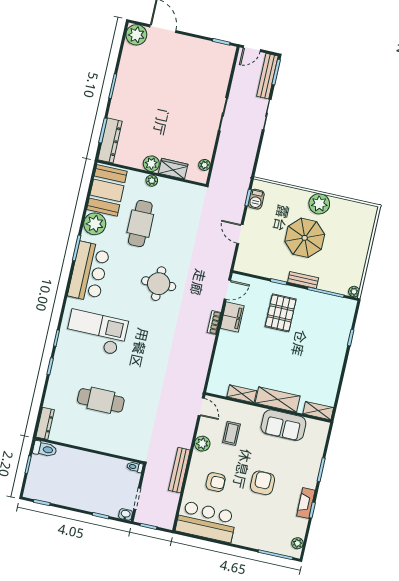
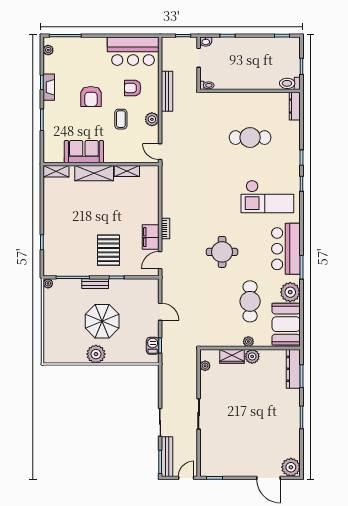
coffee table: (231, 433) -> (121, 119), moved

